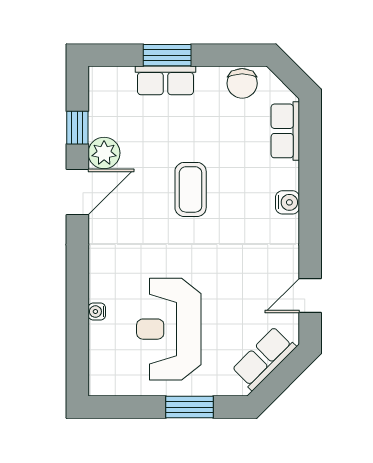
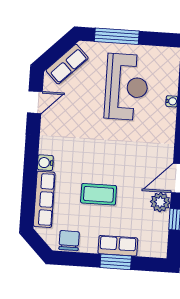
row of seats: (285, 131) -> (44, 199), width x1.48
coffee table: (191, 189) -> (99, 194), moved, turned 90
window: (189, 407) -> (117, 36), width x1.44

